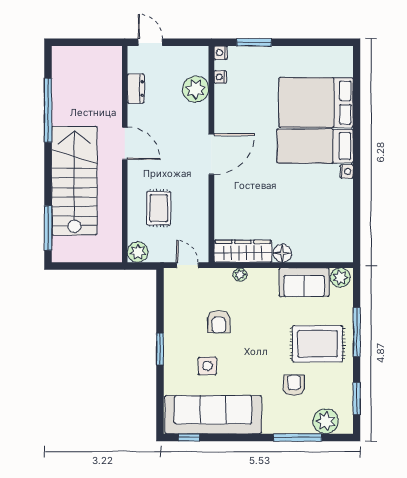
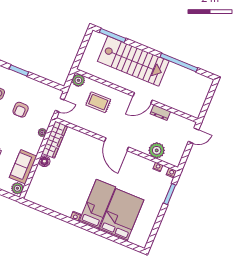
dresser: (136, 89) -> (160, 113), moved
armchair: (219, 322) -> (21, 110), turned -90

